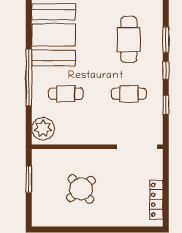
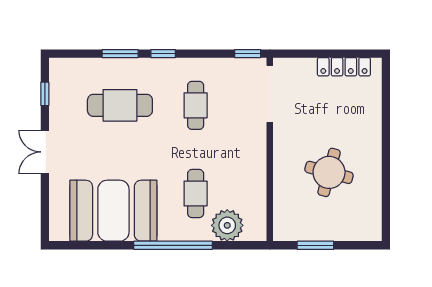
window: (166, 105) -> (248, 54), moved
plant: (43, 129) -> (227, 225), moved
round table: (81, 189) -> (329, 172), turned -35

